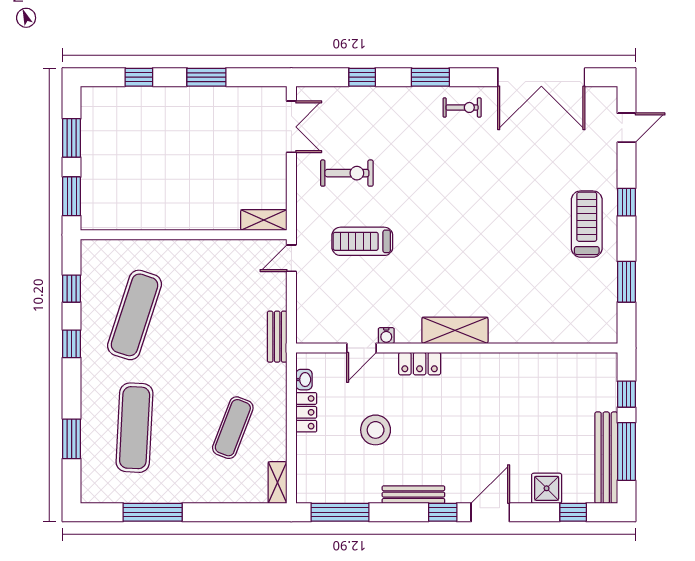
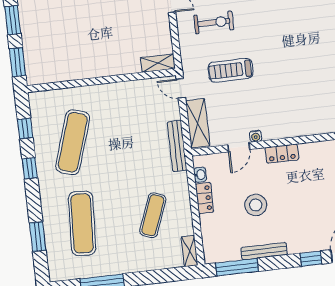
door: (291, 258) -> (181, 88), hinge flipped
shelving: (455, 330) -> (198, 123), moved, turned 90
bench: (277, 337) -> (177, 146), width x1.36
bench: (413, 495) -> (264, 251), moved

